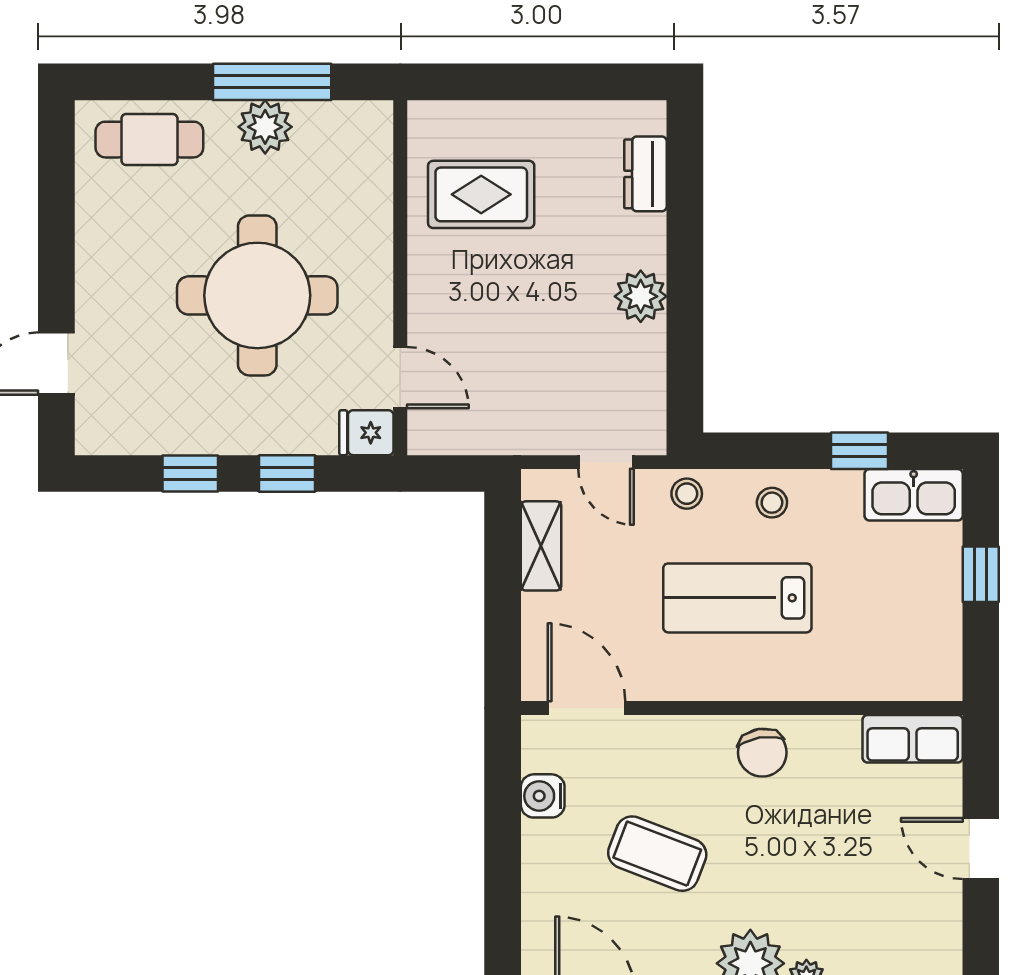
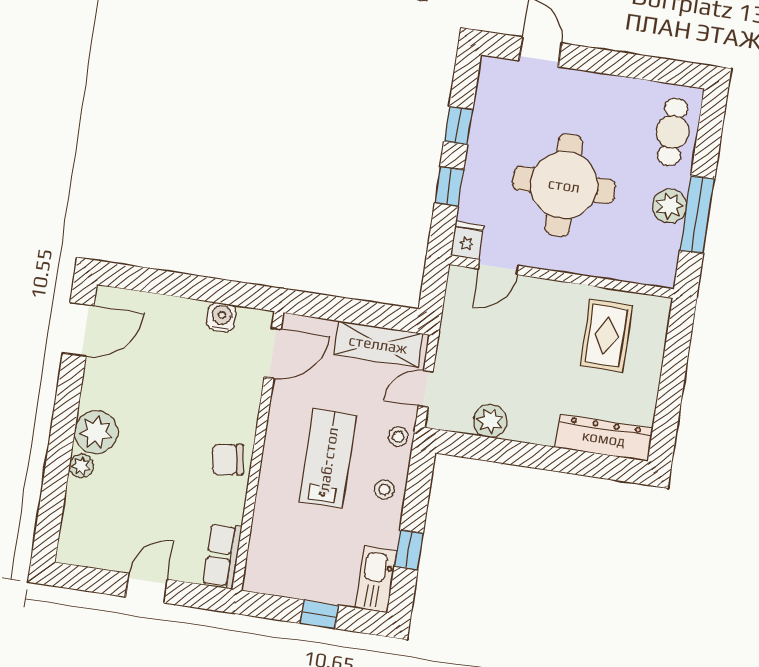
dresser: (646, 174) -> (604, 438), width x1.96, depth x1.24
plant: (641, 296) -> (490, 421), moved
shelving: (541, 546) -> (378, 344), width x1.50, depth x1.33
coffee table: (657, 854) -> (174, 384), removed

